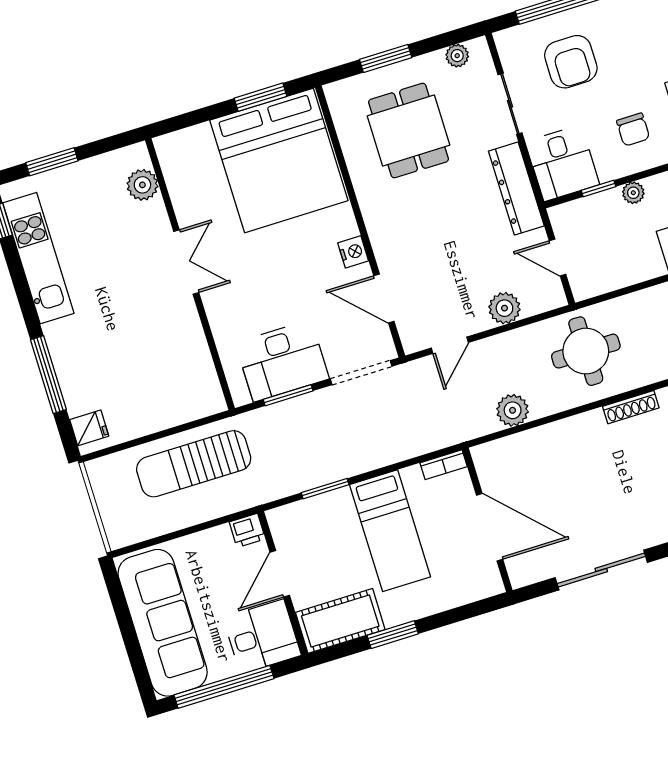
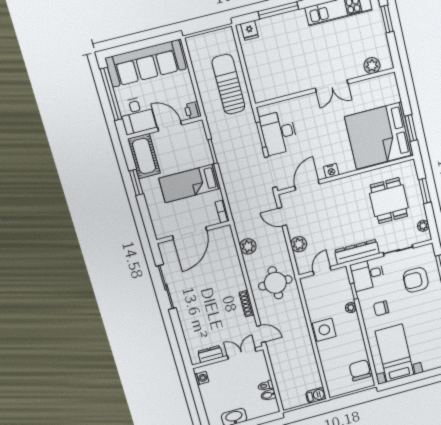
dining table: (409, 131) -> (389, 201), turned 90

